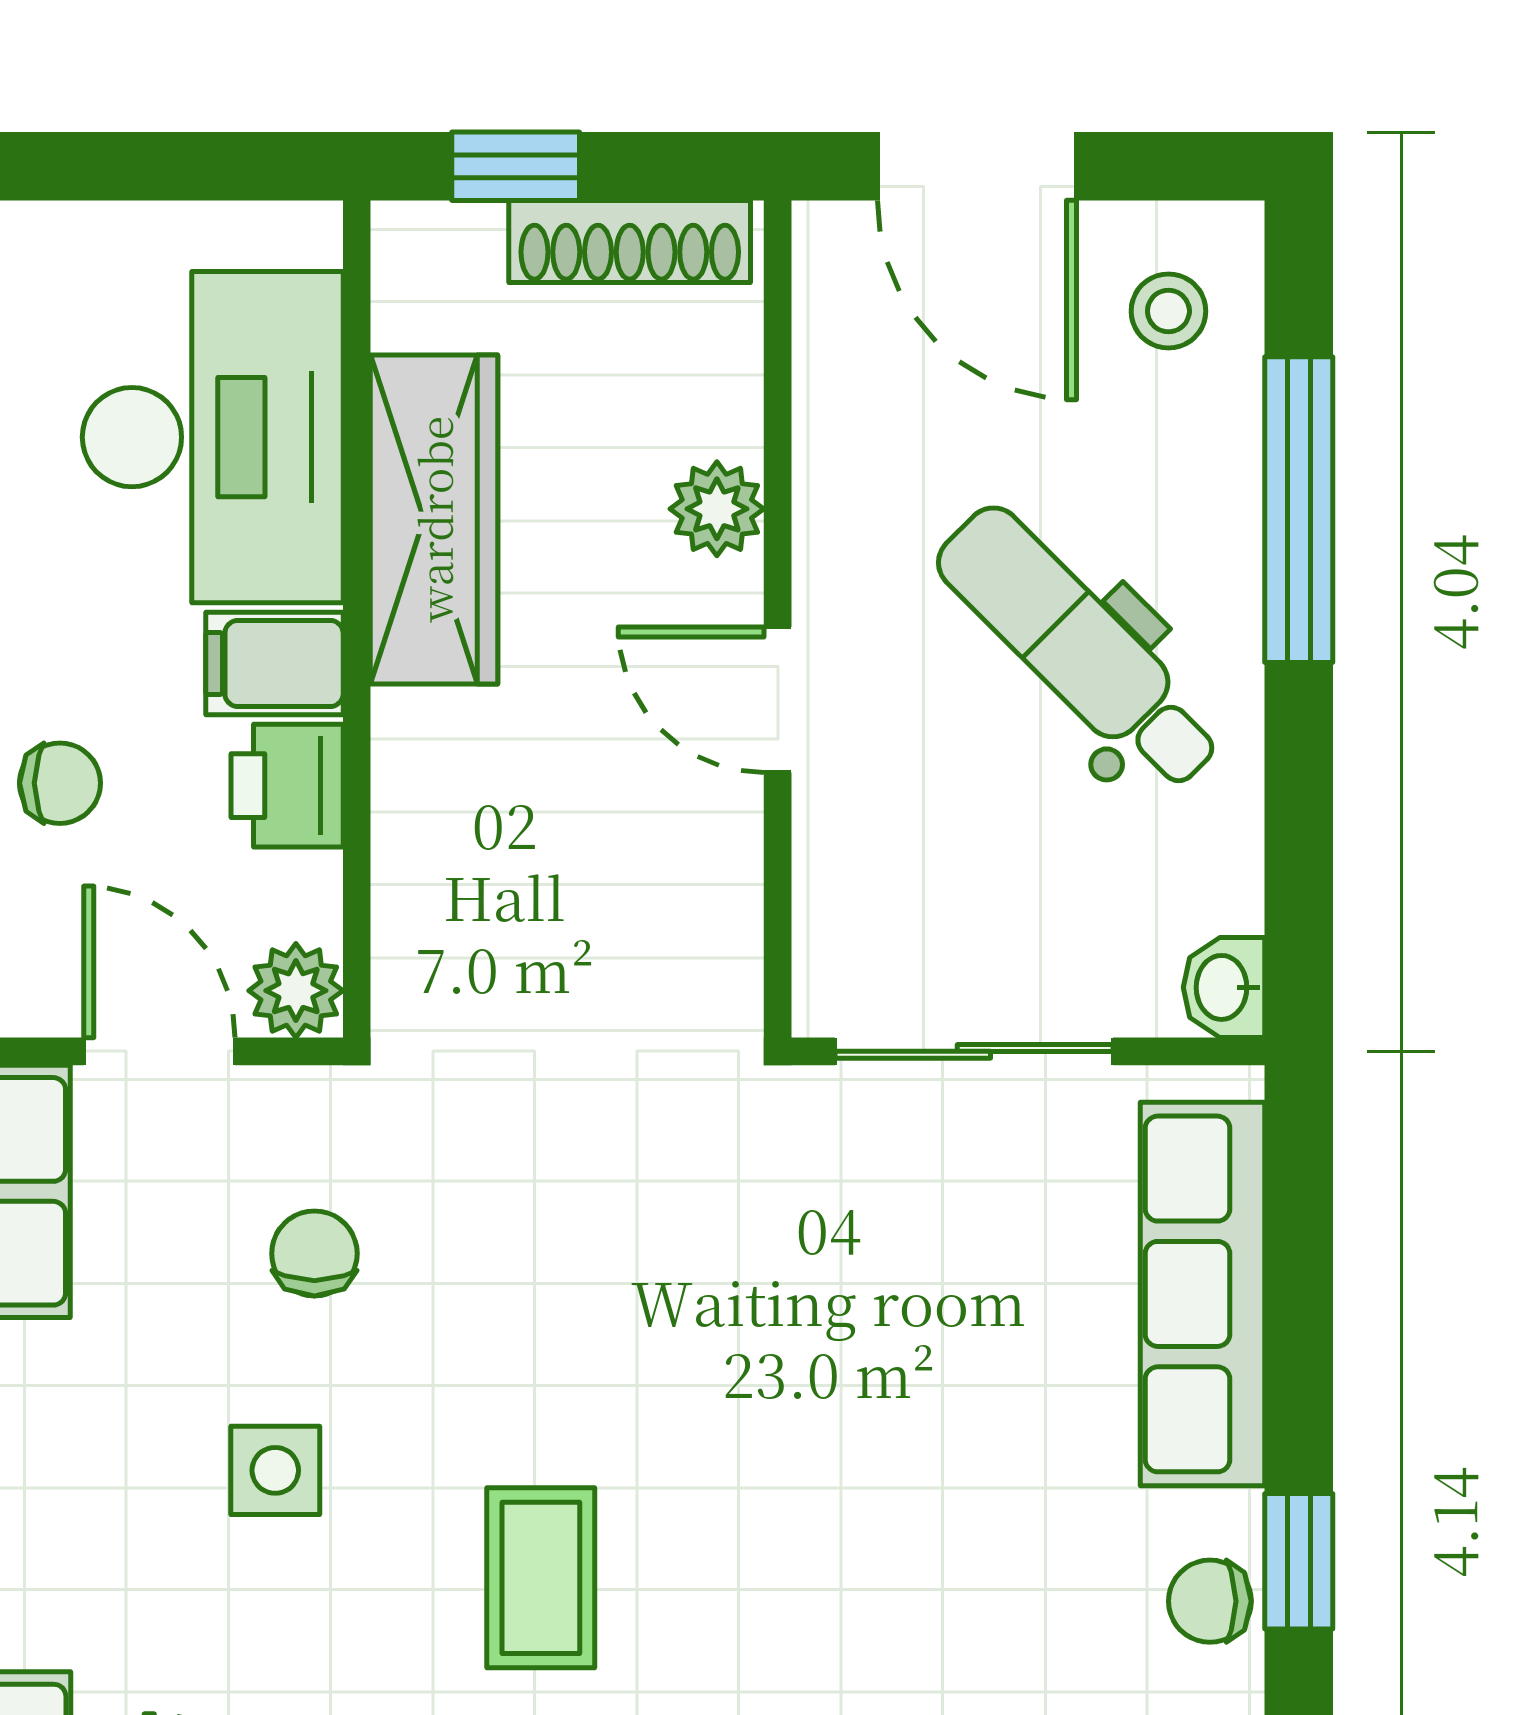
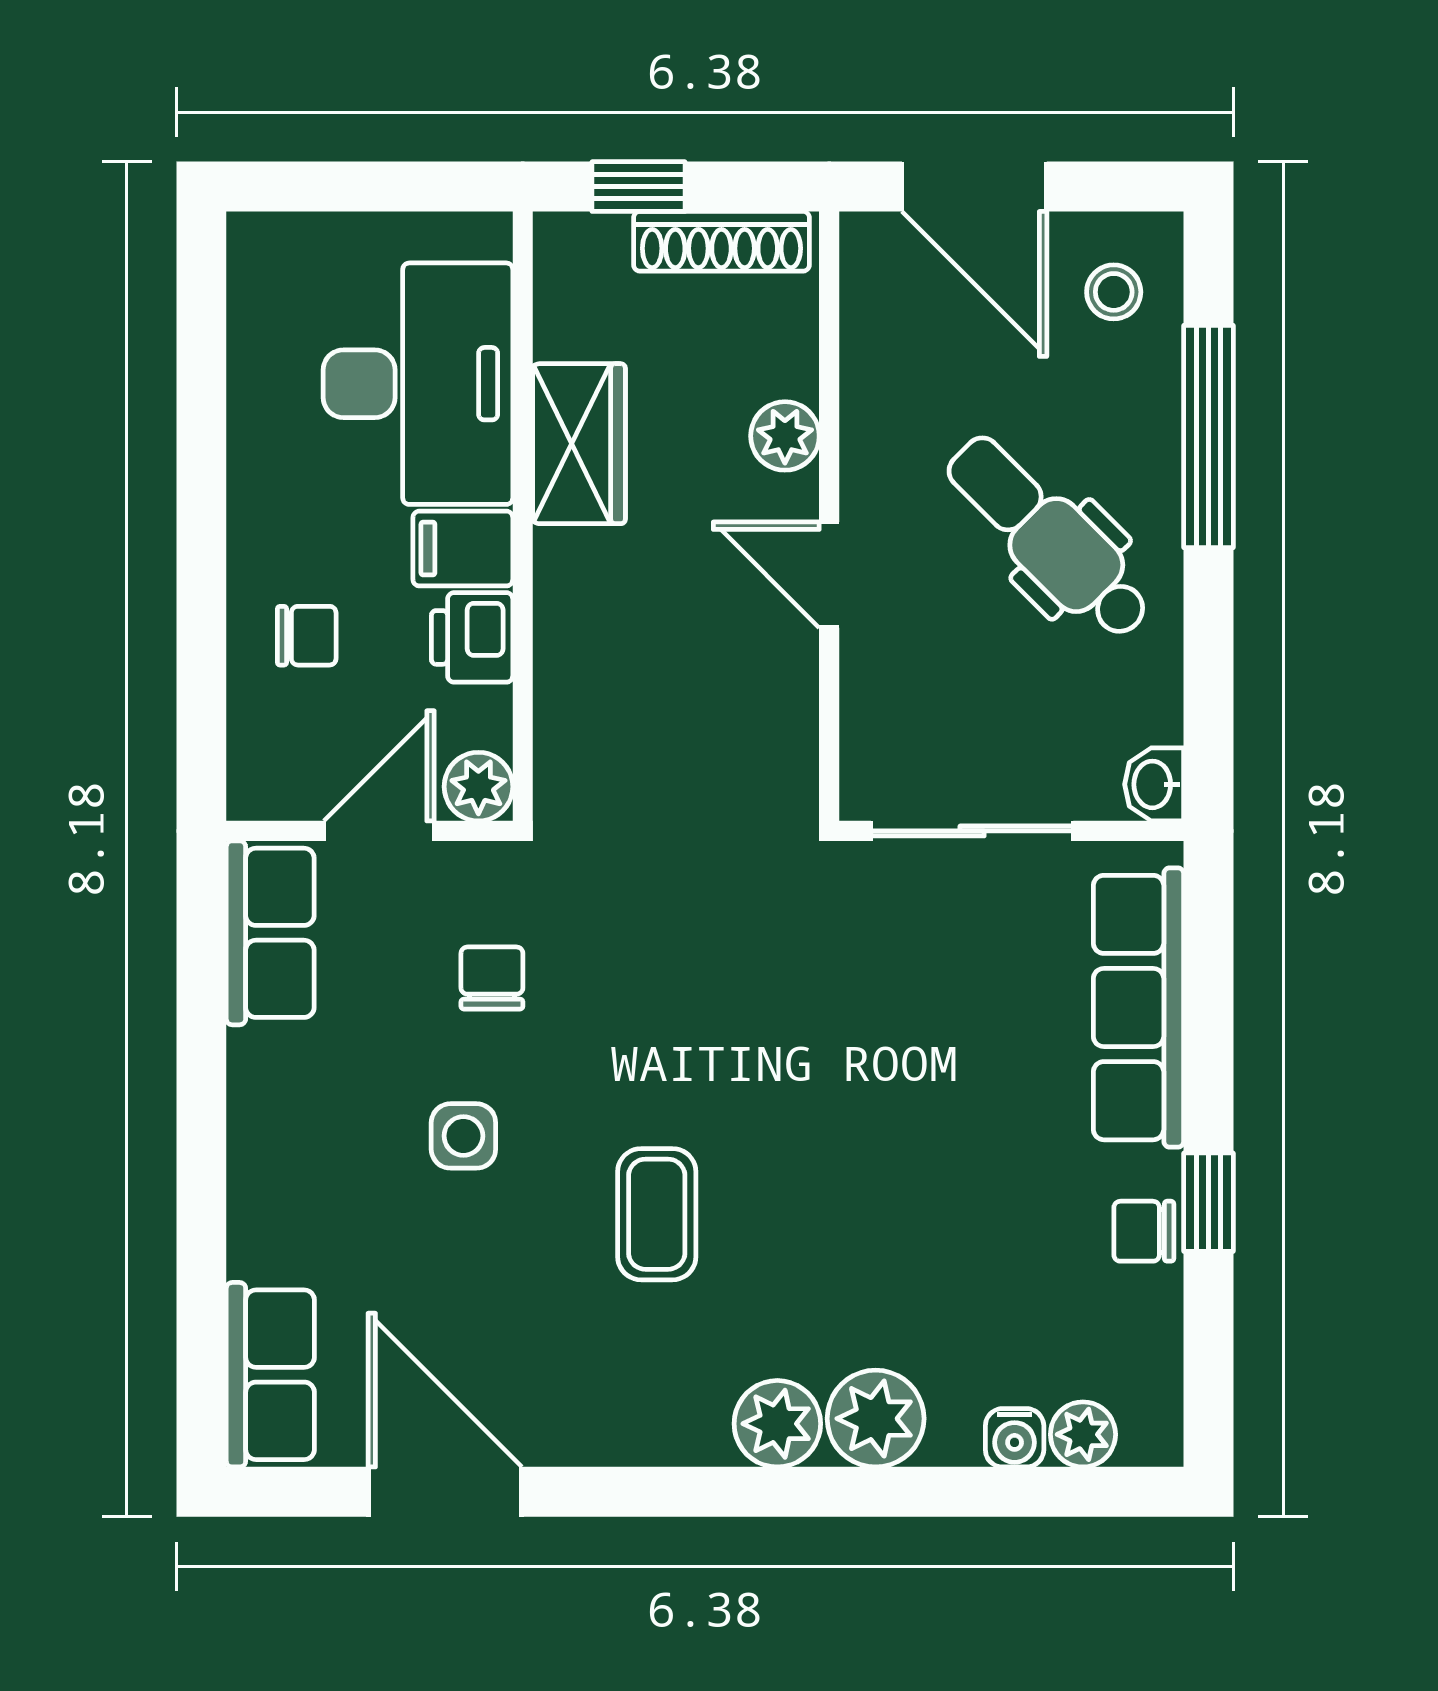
wardrobe: (434, 519) -> (579, 444), width x0.67
door: (159, 1051) -> (379, 831), hinge flipped

